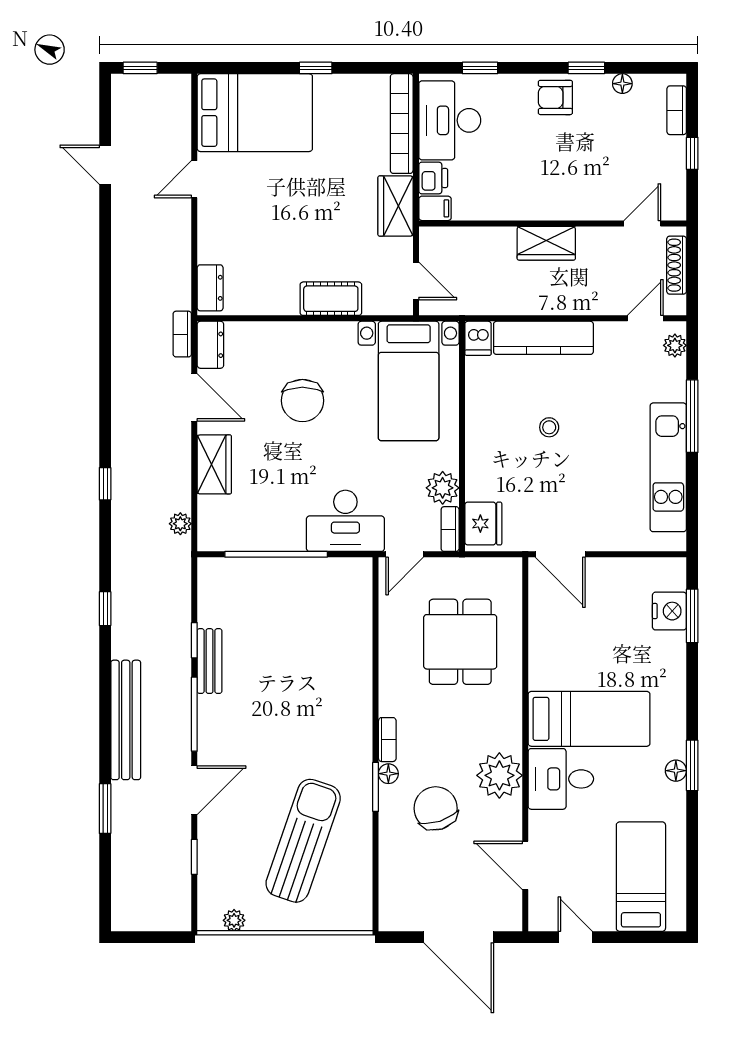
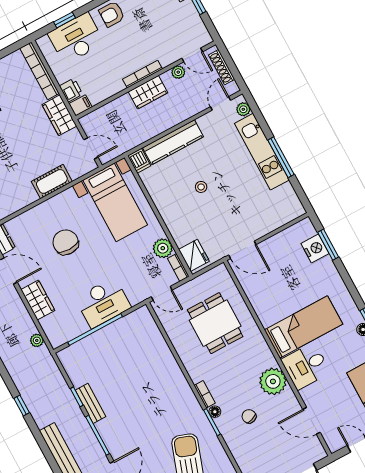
desk: (450, 120) -> (76, 38), moved, turned 90
bookcase: (553, 212) -> (143, 74), added
door: (642, 223) -> (192, 55), swing flipped
plant: (608, 238) -> (178, 72), added
chair: (302, 401) -> (66, 242), turned 180
window: (692, 416) -> (281, 157), moved
kitchen unit: (668, 467) -> (262, 152), moved
desk: (345, 521) -> (103, 303), moved
door: (405, 554) -> (162, 293), hinge flipped
chair: (436, 808) -> (249, 416), width x0.54, depth x0.54

